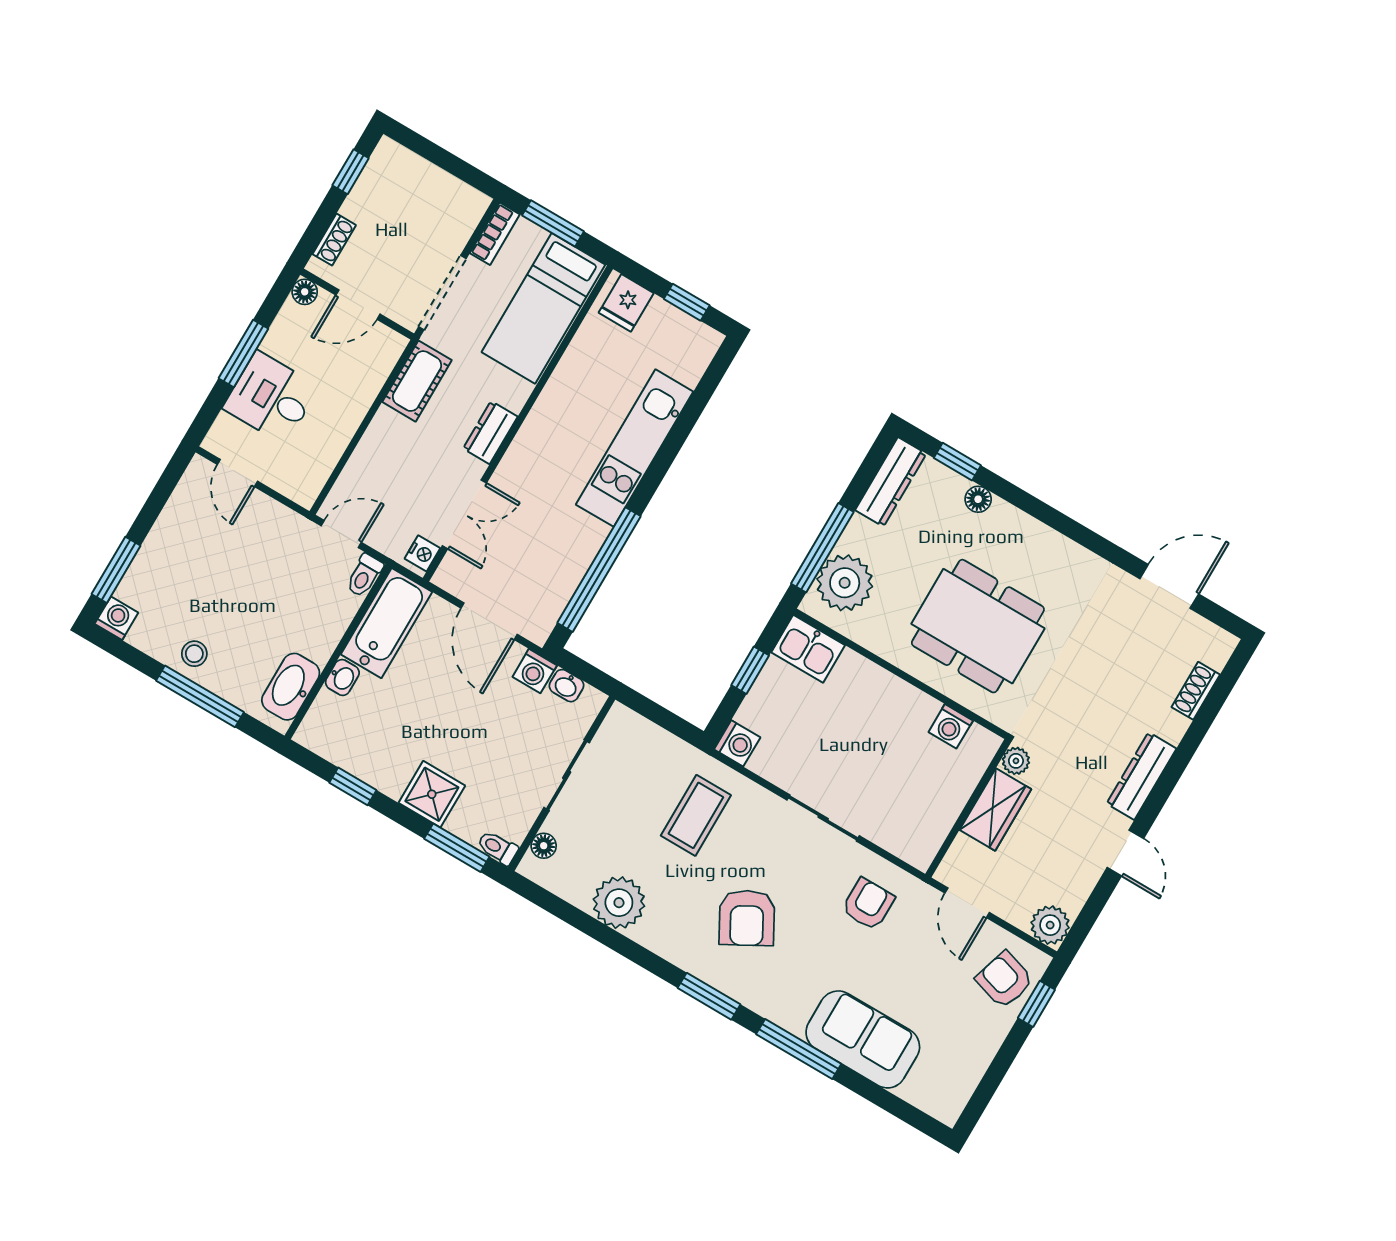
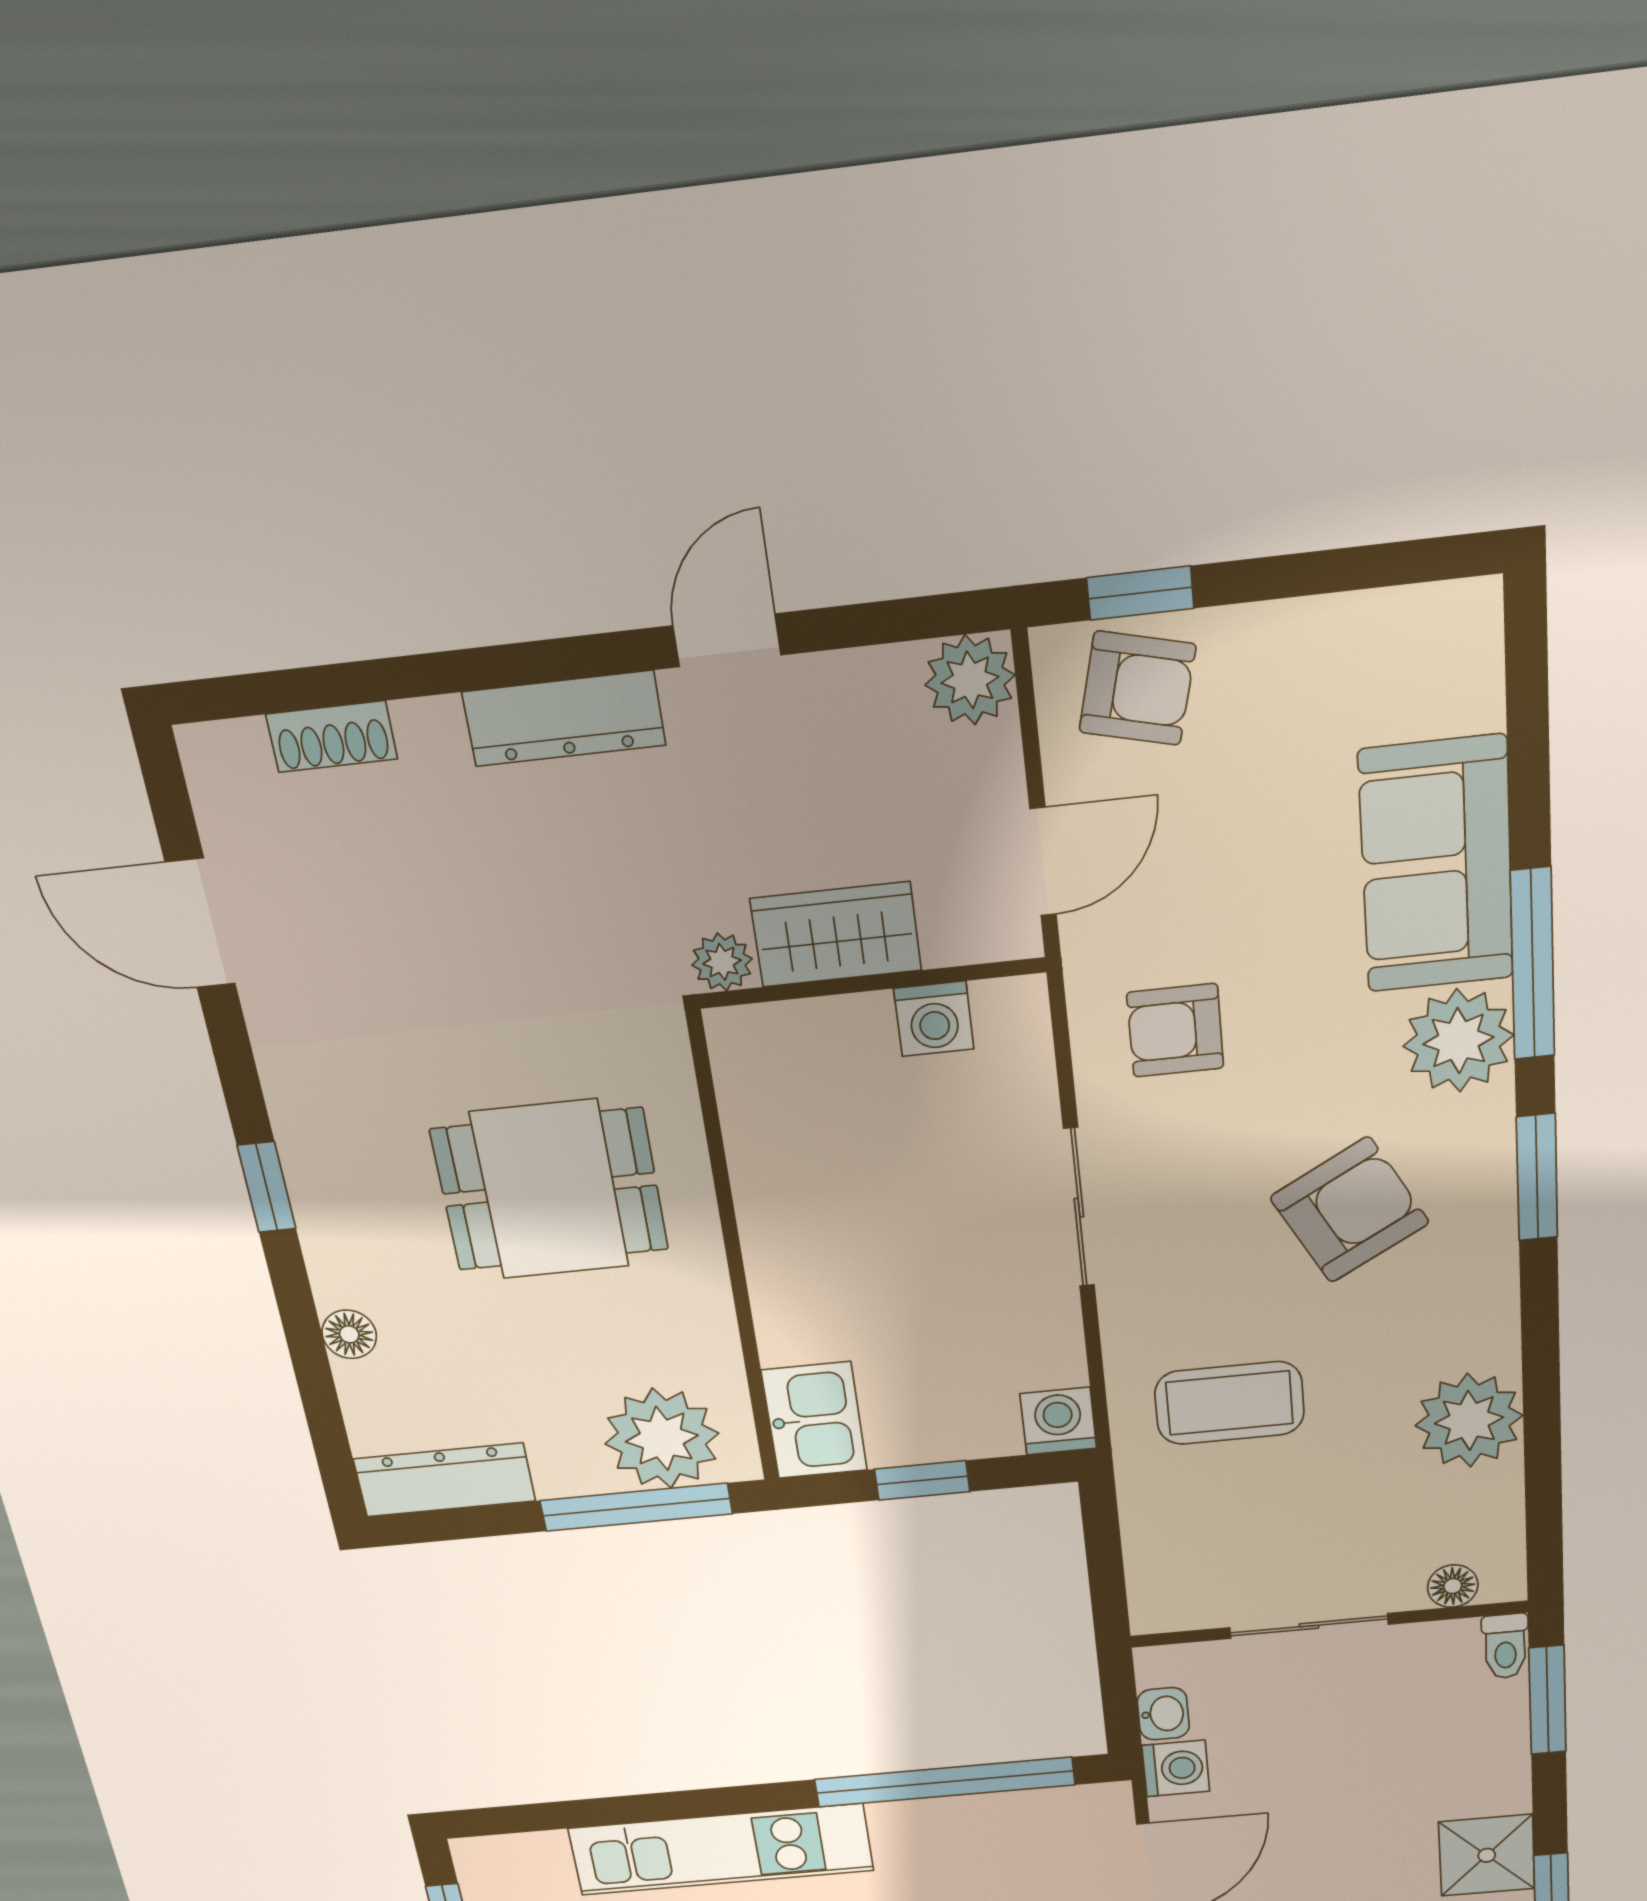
window: (957, 462) -> (267, 1187), moved
dining table: (978, 626) -> (550, 1190), width x0.73
washing machine: (951, 726) -> (934, 1019), moved, turned 90
shower: (432, 794) -> (1487, 1855), moved
armchair: (1004, 980) -> (1137, 688), turned -93
plant: (788, 1003) -> (1458, 1041), added

